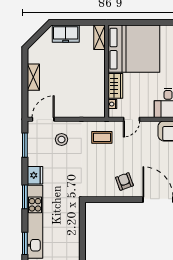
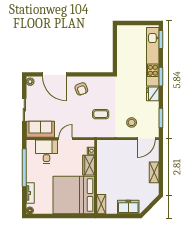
door: (131, 119) -> (65, 139), moved
coffee table: (102, 137) -> (101, 114), moved

